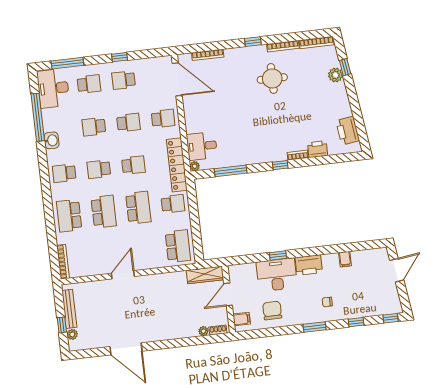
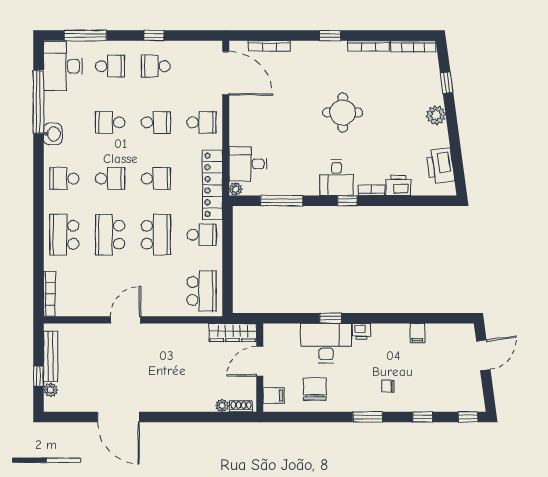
plant: (335, 75) -> (436, 115), moved
round table: (272, 78) -> (343, 112), moved
desk: (270, 149) -> (337, 178), added
school desk: (99, 169) -> (110, 179), turned 180
school desk: (104, 212) -> (110, 235), turned 180
printer: (309, 265) -> (362, 331), width x0.53, depth x0.68

